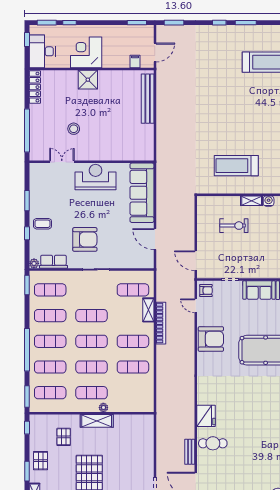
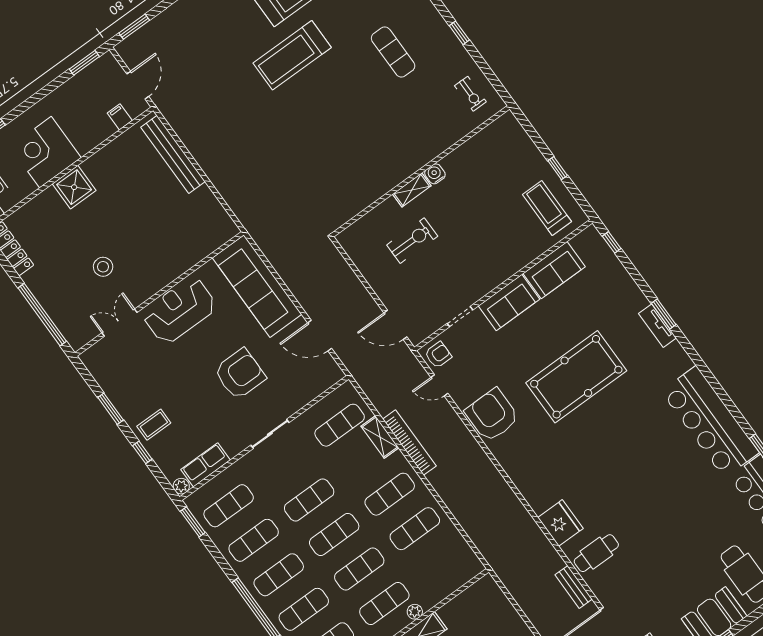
treadmill: (236, 166) -> (292, 55), moved
armchair: (85, 239) -> (240, 374), moved
armchair: (211, 339) -> (492, 415), turned -90

